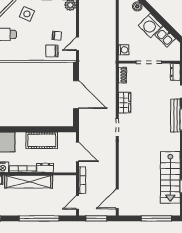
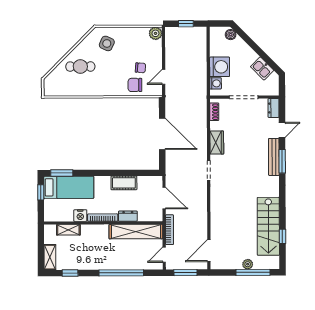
washing machine: (151, 26) -> (220, 67), moved, turned -135
cot: (42, 140) -> (124, 183), width x0.73, depth x0.75
shelving: (29, 182) -> (136, 232), moved
plant: (152, 211) -> (248, 264), added

